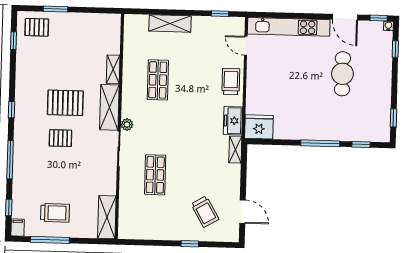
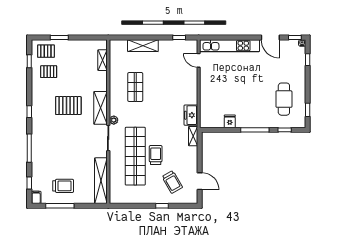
shelving: (113, 69) -> (102, 60), moved
cafe table: (342, 74) -> (284, 99), moved
trolley: (231, 81) -> (156, 155), moved
fridge: (259, 127) -> (230, 121), moved, width x0.53, depth x0.75
pallet: (60, 138) -> (49, 72), moved
shop shelf: (155, 175) -> (135, 156), width x2.00, depth x1.36
shelving: (107, 217) -> (101, 181), width x1.47

